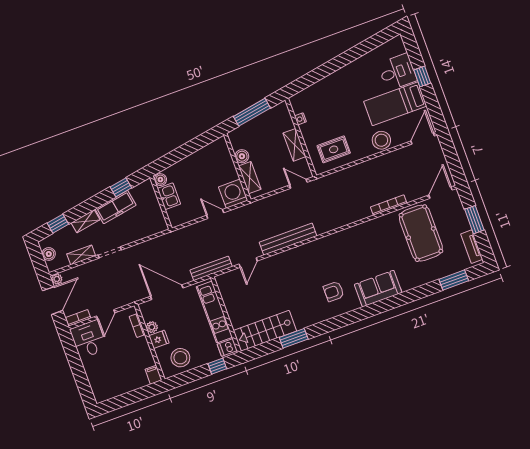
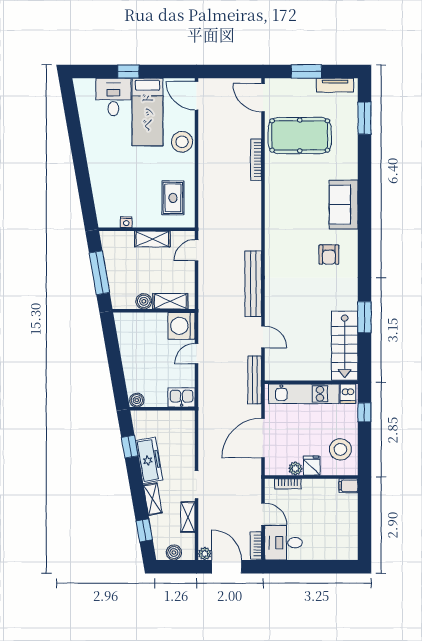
kitchen sink: (169, 196) -> (182, 397), moved

